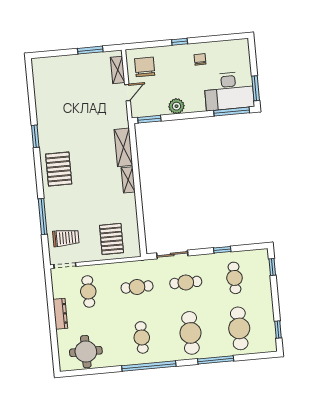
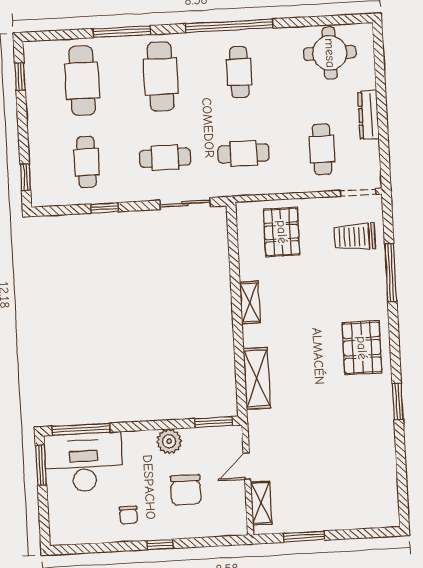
chair: (145, 67) -> (186, 490), moved
shelving: (128, 180) -> (250, 302), moved

